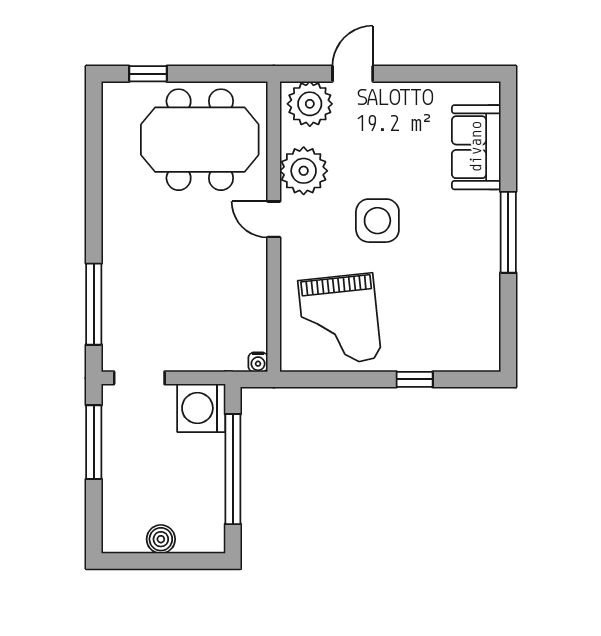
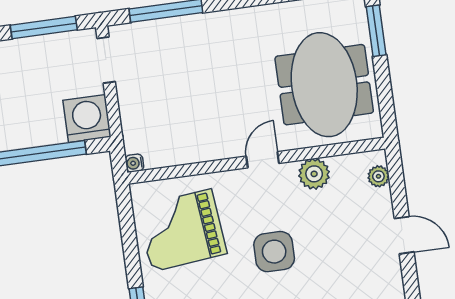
window: (148, 74) -> (376, 31), width x1.50
door: (353, 74) -> (404, 235), moved
plant: (310, 104) -> (378, 176), width x0.53, depth x0.53
plant: (304, 171) -> (314, 174), width x0.73, depth x0.73

